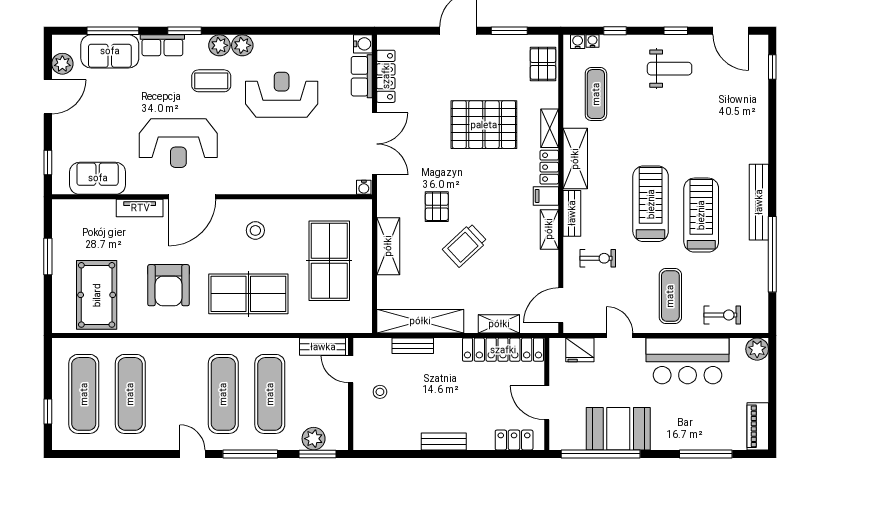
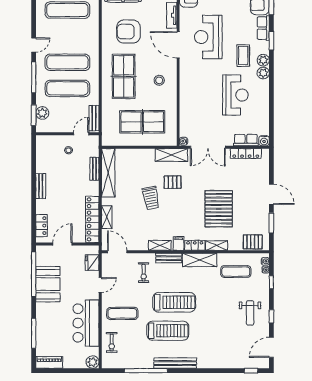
trolley: (465, 245) -> (151, 198), turned -148
shelving: (388, 246) -> (171, 155), moved

